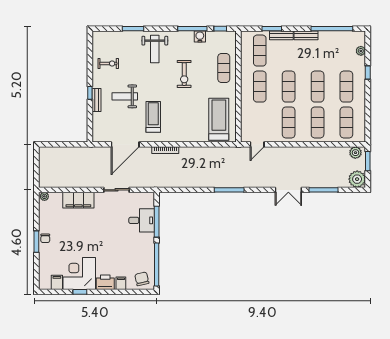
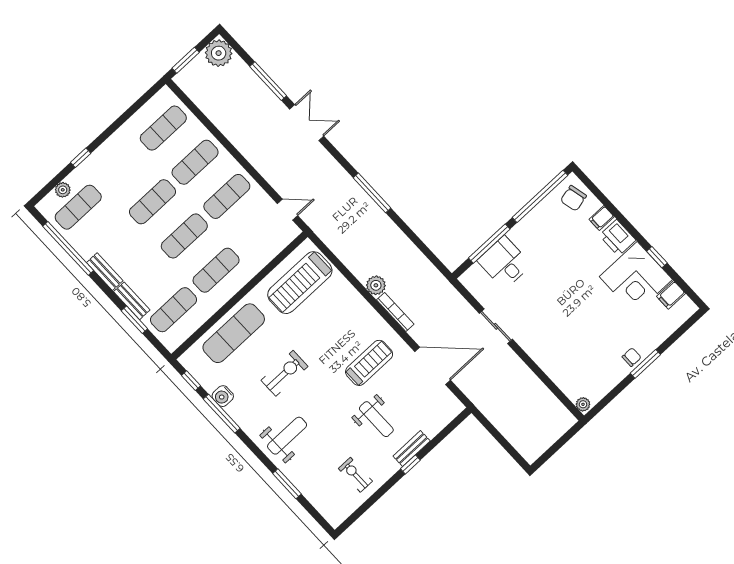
exercise mat: (224, 68) -> (234, 333), width x1.36, depth x1.45
exercise mat: (346, 87) -> (78, 207), moved
treadmill: (153, 117) -> (369, 363), turned 180
plant: (355, 153) -> (376, 285), moved
filing cabinet: (78, 200) -> (550, 360), removed

